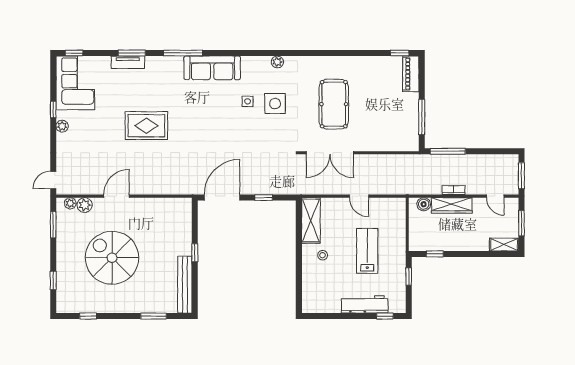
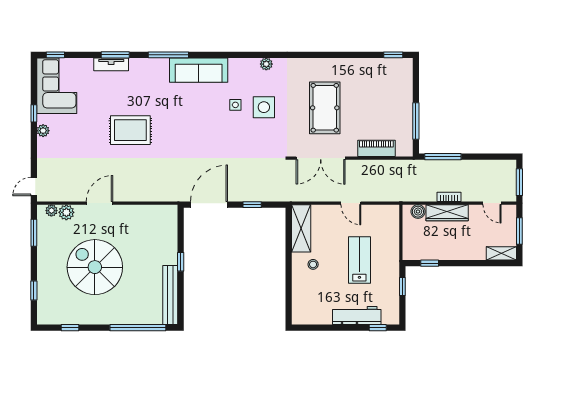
piano: (411, 74) -> (376, 148), moved, turned 90
window: (154, 316) -> (138, 328), width x2.11

